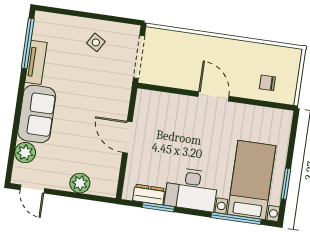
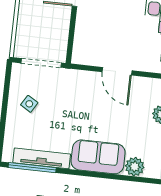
tv unit: (36, 62) -> (42, 158), width x1.41
door: (127, 137) -> (117, 71), hinge flipped

